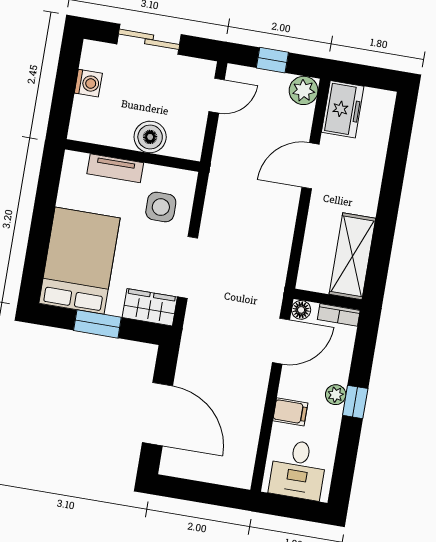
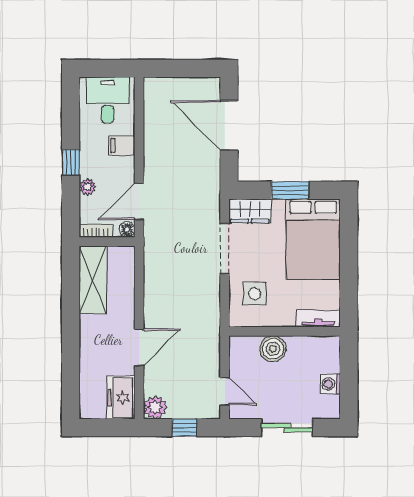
door: (217, 96) -> (225, 391), swing flipped
tv unit: (115, 168) -> (318, 319), moved
plant: (336, 395) -> (88, 187), moved

